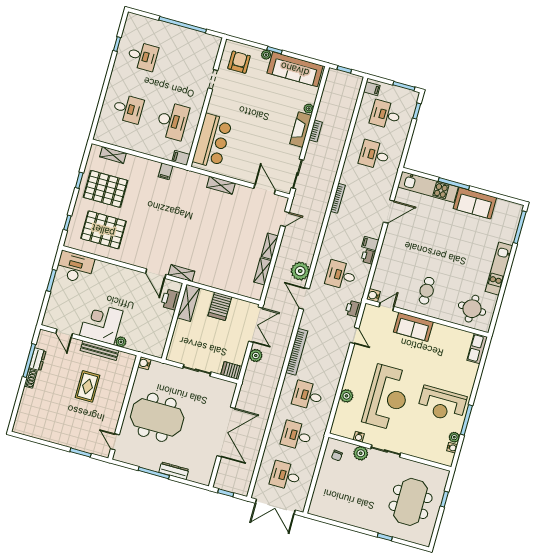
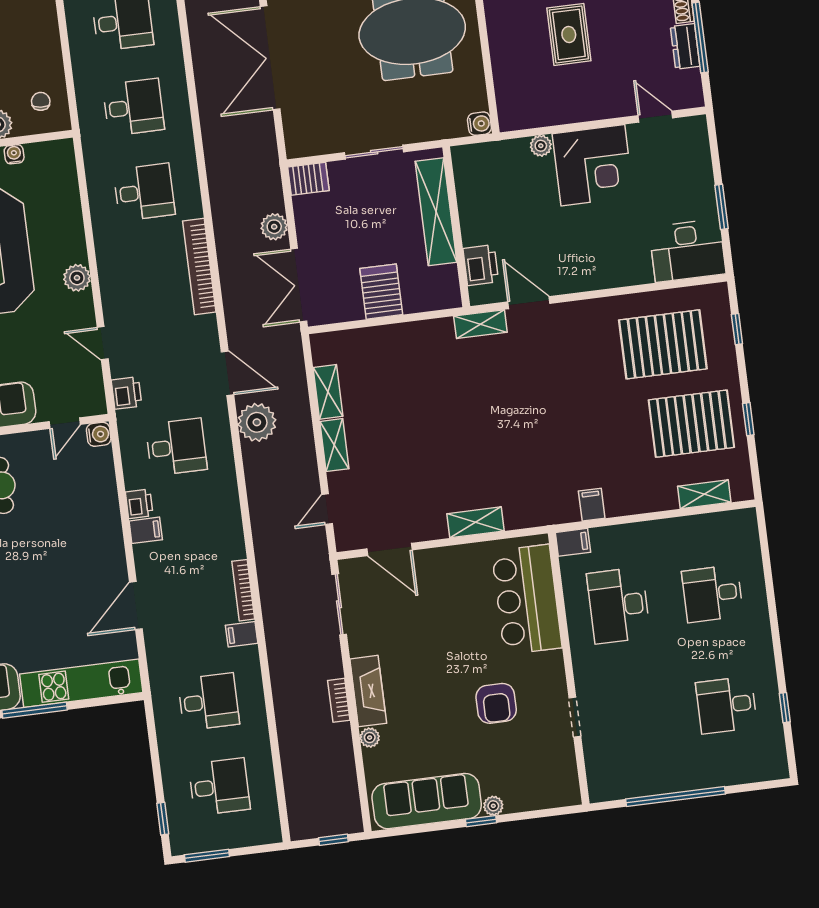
armchair: (239, 62) -> (496, 703), moved
filing cabinet: (372, 89) -> (242, 634), moved
shelving: (188, 303) -> (436, 212), moved, width x1.47
bench: (99, 350) -> (575, 112), removed
plant: (346, 396) -> (77, 278), moved

